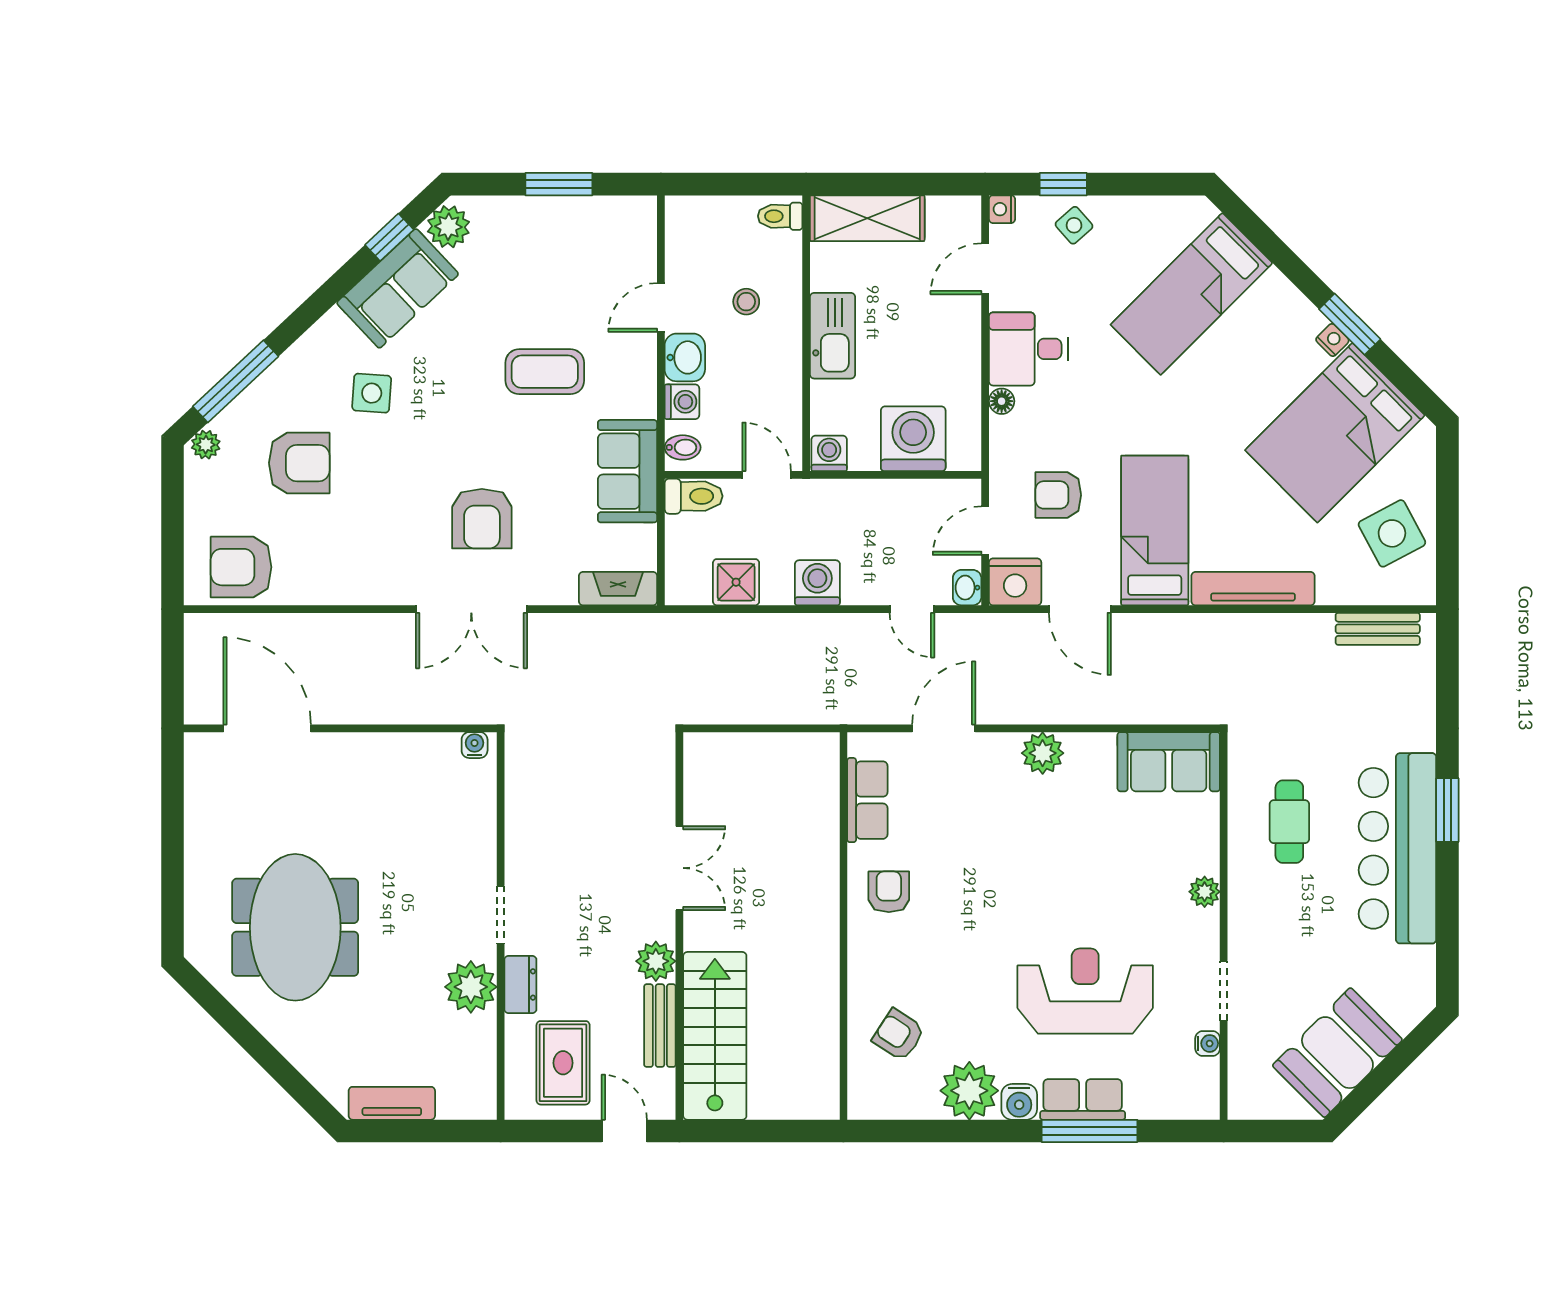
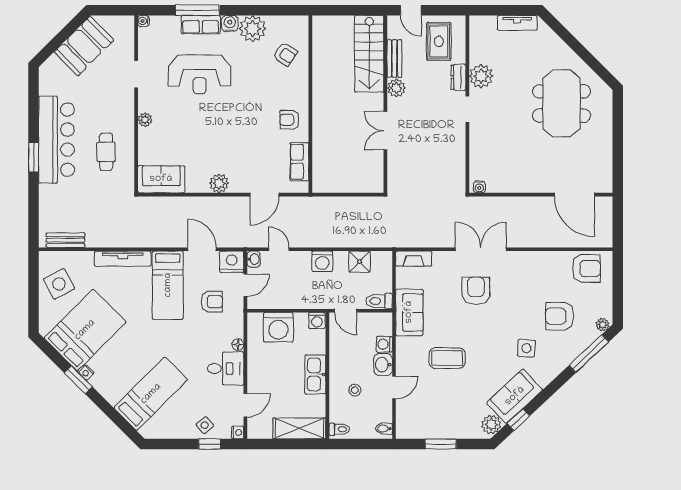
bidet: (683, 447) -> (384, 429), moved
armchair: (889, 892) -> (290, 120), turned 90
water cooler: (1208, 1043) -> (143, 21), moved

